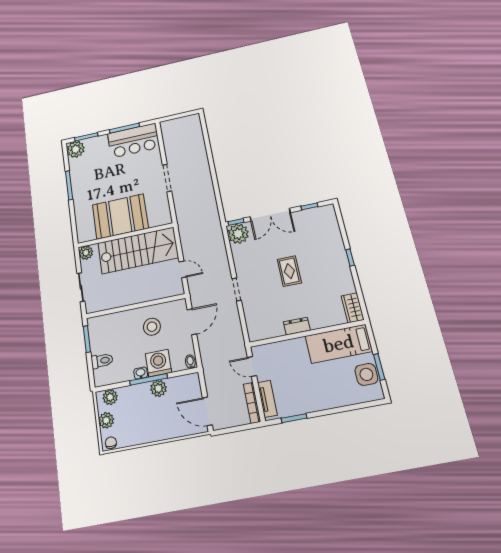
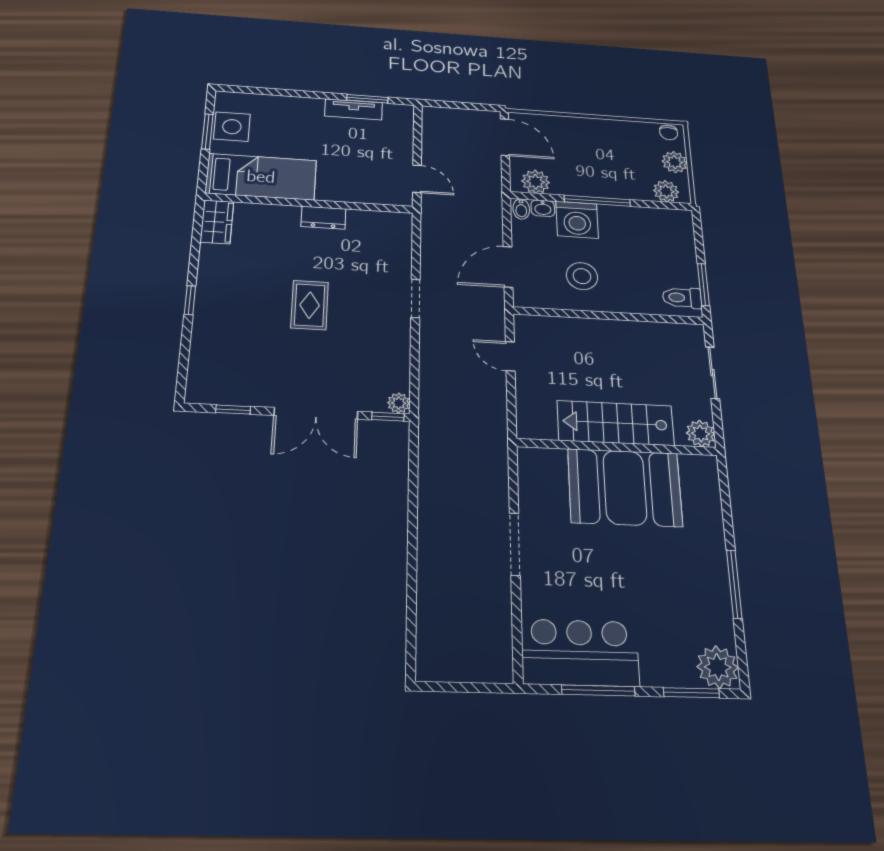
double door: (270, 215) -> (316, 413), swing flipped
plant: (238, 234) -> (399, 403), width x0.53, depth x0.53
stairs: (138, 250) -> (616, 423), width x0.73, depth x0.66
toilet: (102, 361) -> (682, 298), moved
washbasin: (141, 373) -> (543, 208), moved
plant: (158, 388) -> (536, 182), moved
tv unit: (267, 399) -> (354, 109), moved, turned -90
bookcase: (252, 403) -> (429, 132), removed

